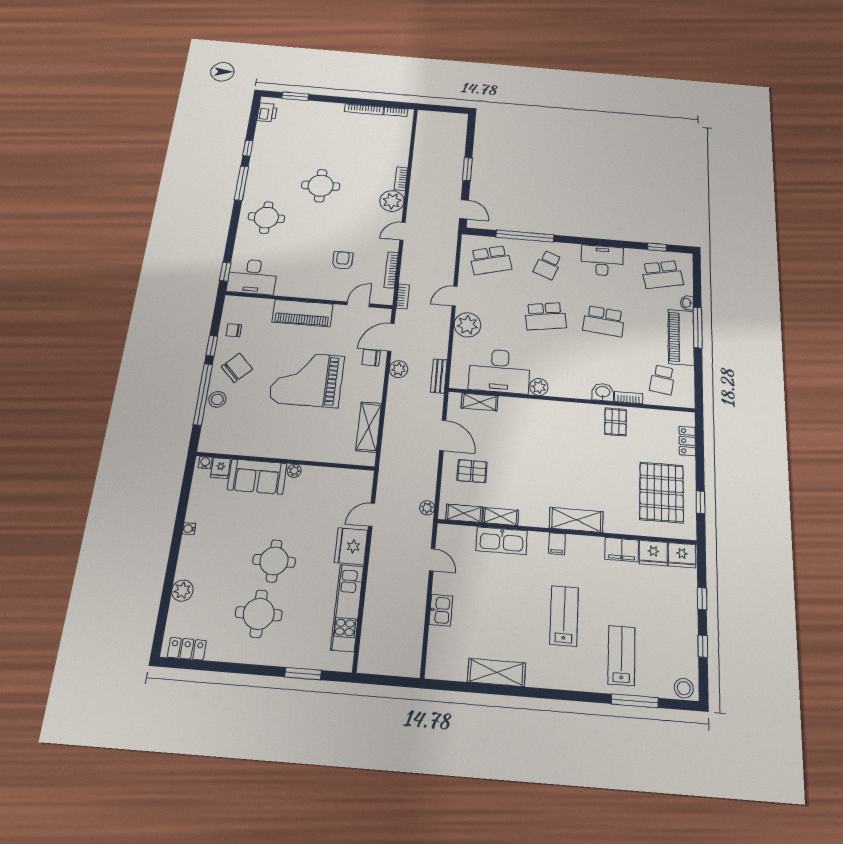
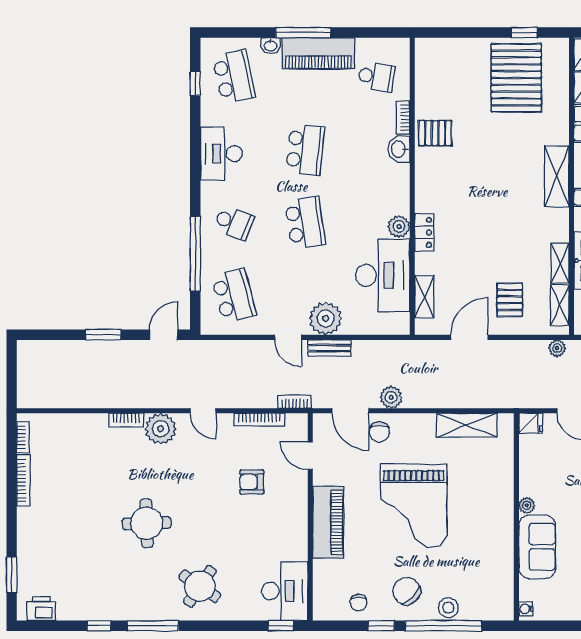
round table: (266, 218) -> (200, 586), turned 34
bench: (439, 376) -> (329, 348), moved
locker: (687, 441) -> (424, 232), moved, turned -90
fridge: (221, 468) -> (531, 423), moved
pallet: (662, 492) -> (516, 78), turned 90

